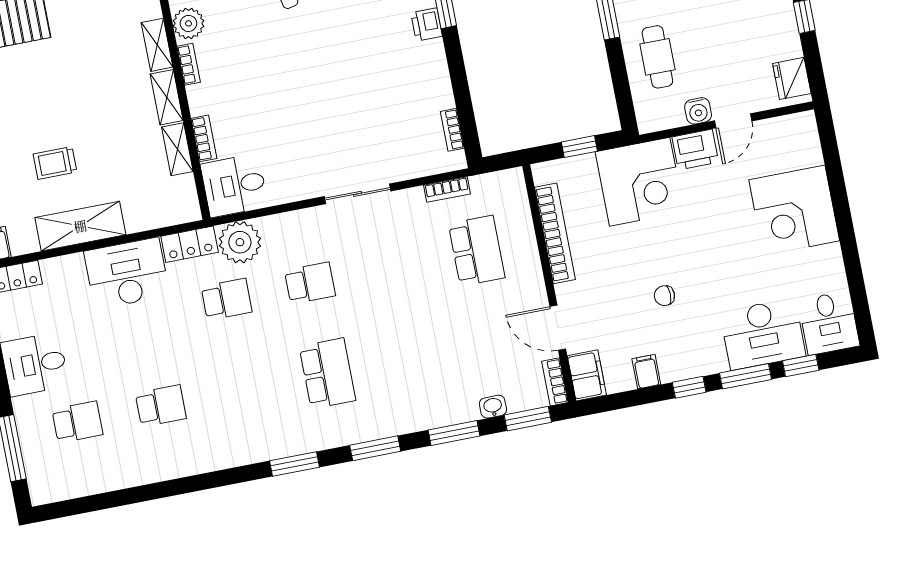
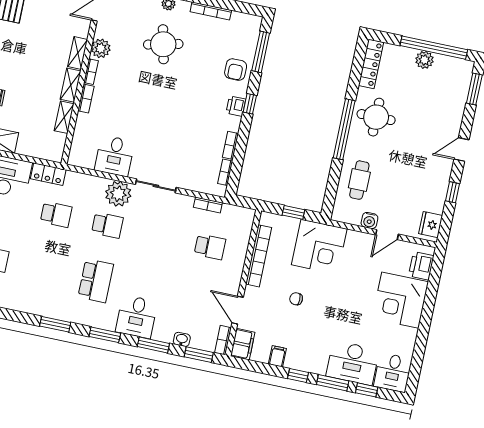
bookcase: (443, 86) -> (230, 145), added
bookcase: (204, 138) -> (86, 99), moved
printer: (695, 150) -> (421, 266), moved, turned 90
desk: (234, 185) -> (115, 156), moved, turned -90
plant: (240, 242) -> (118, 194), moved
school desk: (477, 251) -> (210, 247), width x0.54
chair: (664, 296) -> (296, 299), moved
desk: (411, 401) -> (137, 317), added

